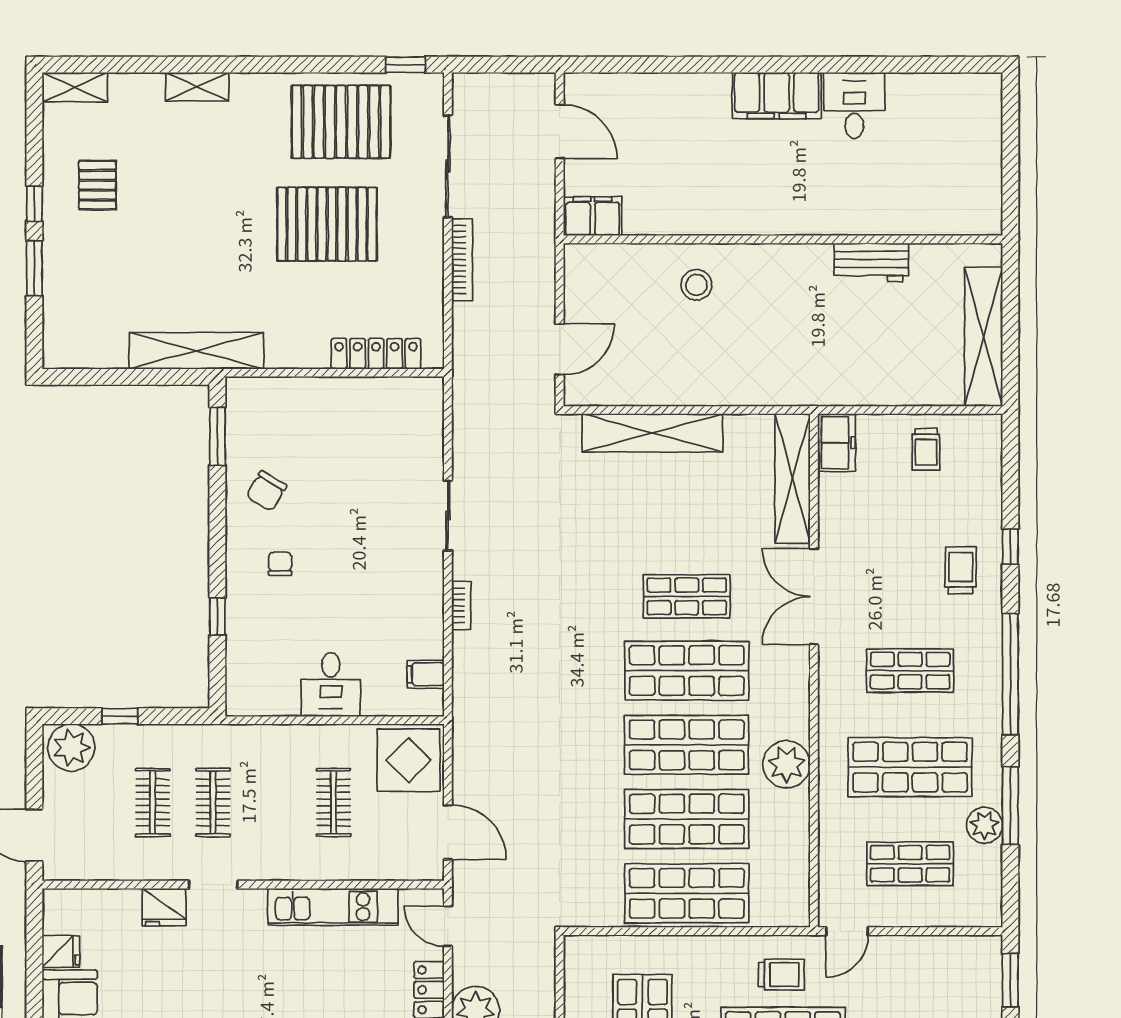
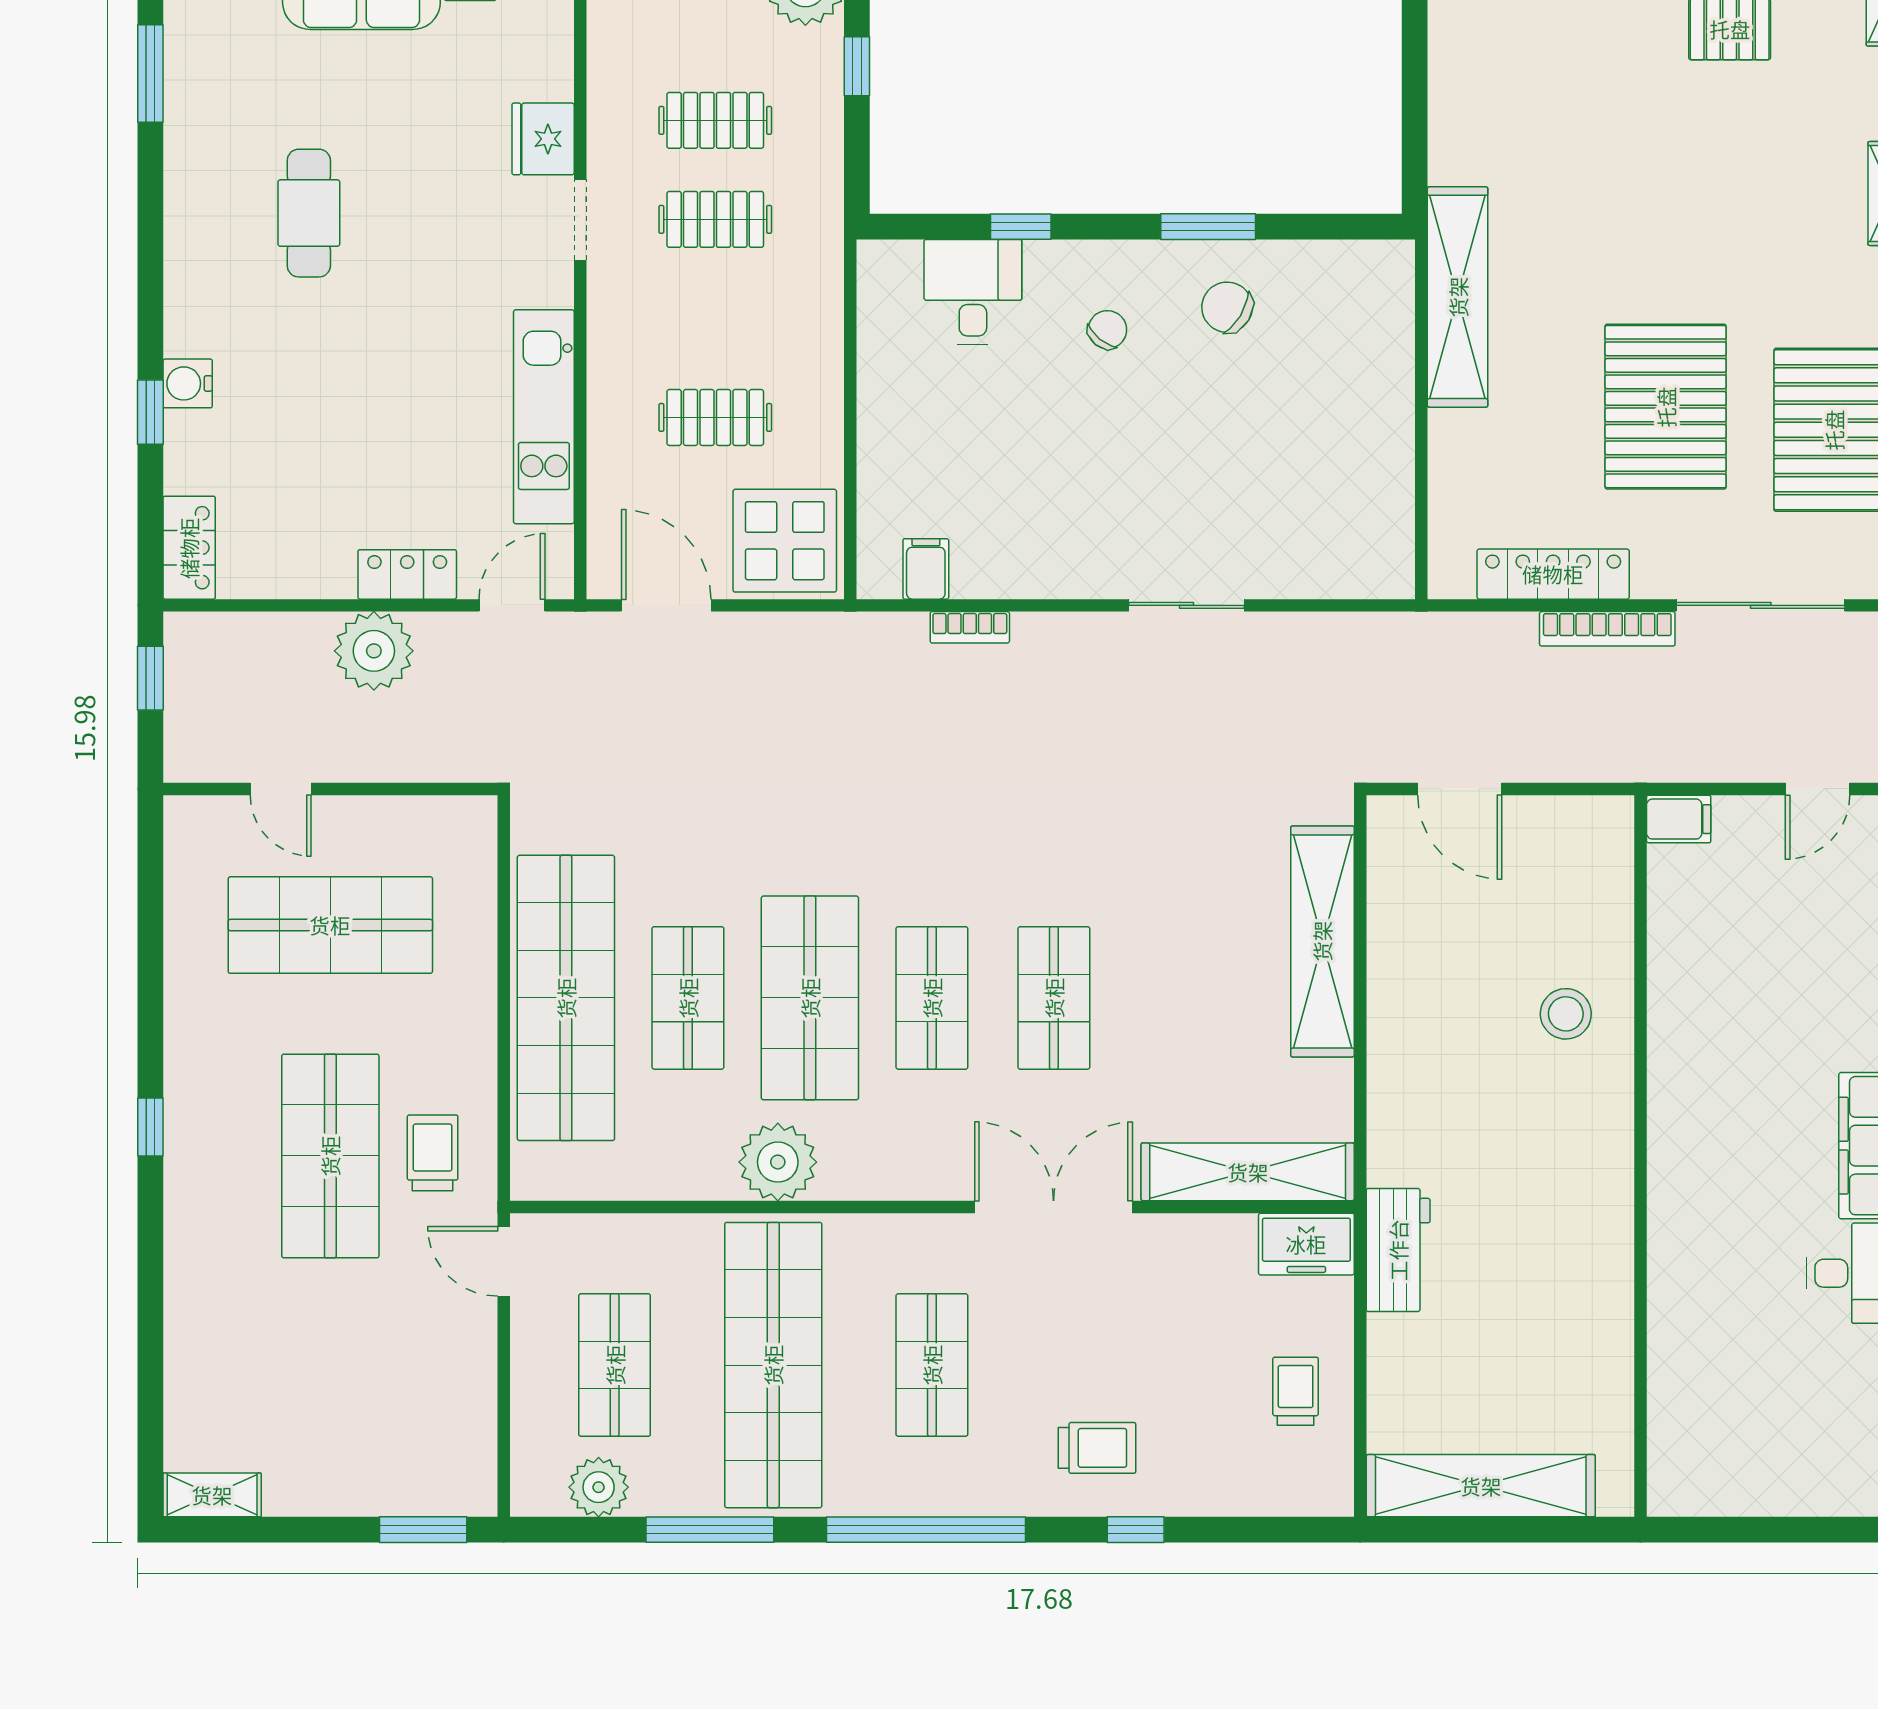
door: (560, 132) -> (1817, 789), width x0.73
filing cabinet: (592, 216) -> (1679, 819), width x0.50
workbench: (871, 262) -> (1398, 1250), moved, turned 180
shelving: (196, 351) -> (1458, 297), moved
locker: (376, 354) -> (1553, 574), moved, turned -90
window: (217, 436) -> (1208, 227), moved
trolley: (926, 449) -> (1296, 1391), turned 90
chair: (280, 564) -> (1107, 330), turned -51
bookcase: (461, 605) -> (970, 627), moved
shop shelf: (687, 671) -> (932, 998), width x0.70, depth x0.74
desk: (331, 685) -> (973, 292), moved, turned 90
shop shelf: (910, 767) -> (773, 1365), width x1.40
shop shelf: (687, 819) -> (688, 998), width x0.70, depth x0.74
plant: (984, 825) -> (599, 1487), moved
door: (448, 832) -> (666, 605), swing flipped
shop shelf: (687, 893) -> (566, 998), width x1.40
trolley: (781, 974) -> (433, 1153), turned 180

